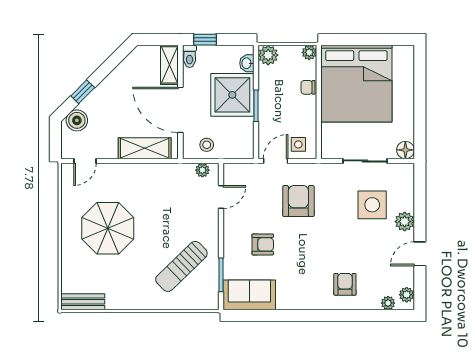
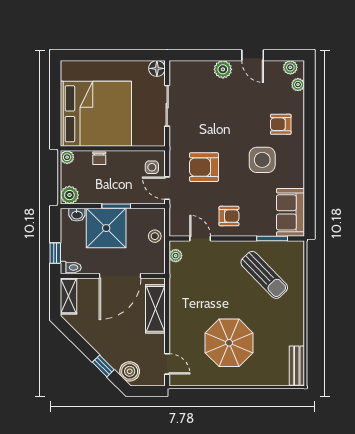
shelving: (169, 65) -> (68, 296), moved, turned 90
stool: (207, 145) -> (155, 236), moved
side table: (372, 205) -> (262, 160), moved
armchair: (263, 244) -> (229, 216), moved, turned 90

